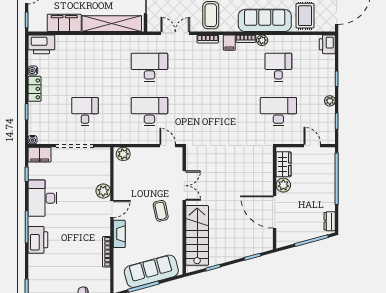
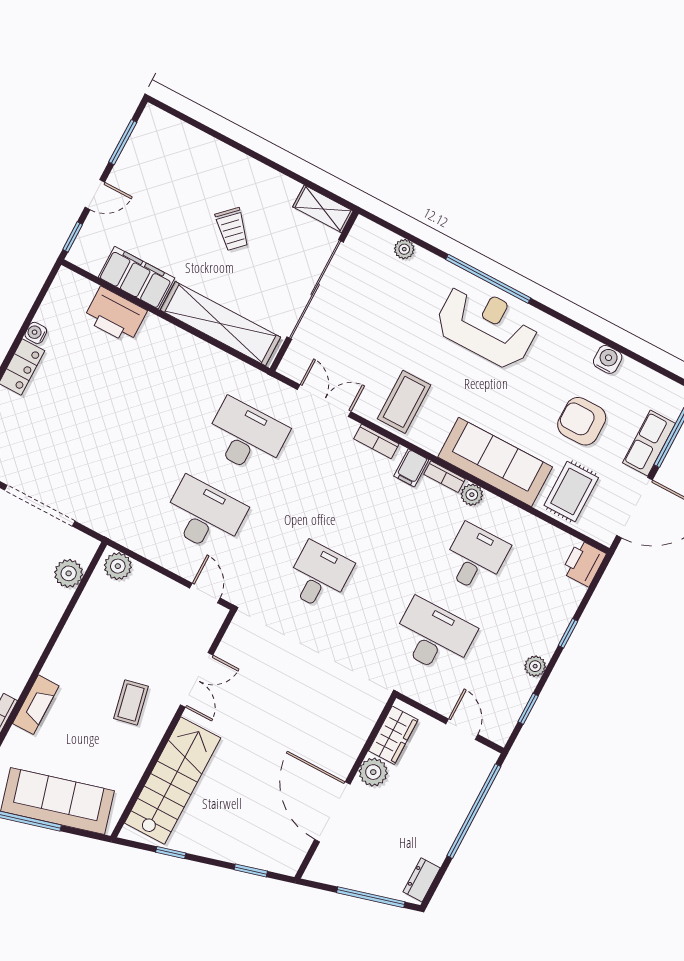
printer: (41, 44) -> (115, 315), moved
desk: (85, 112) -> (319, 576), moved
plant: (103, 191) -> (69, 573), moved
door: (112, 209) -> (46, 653), removed

